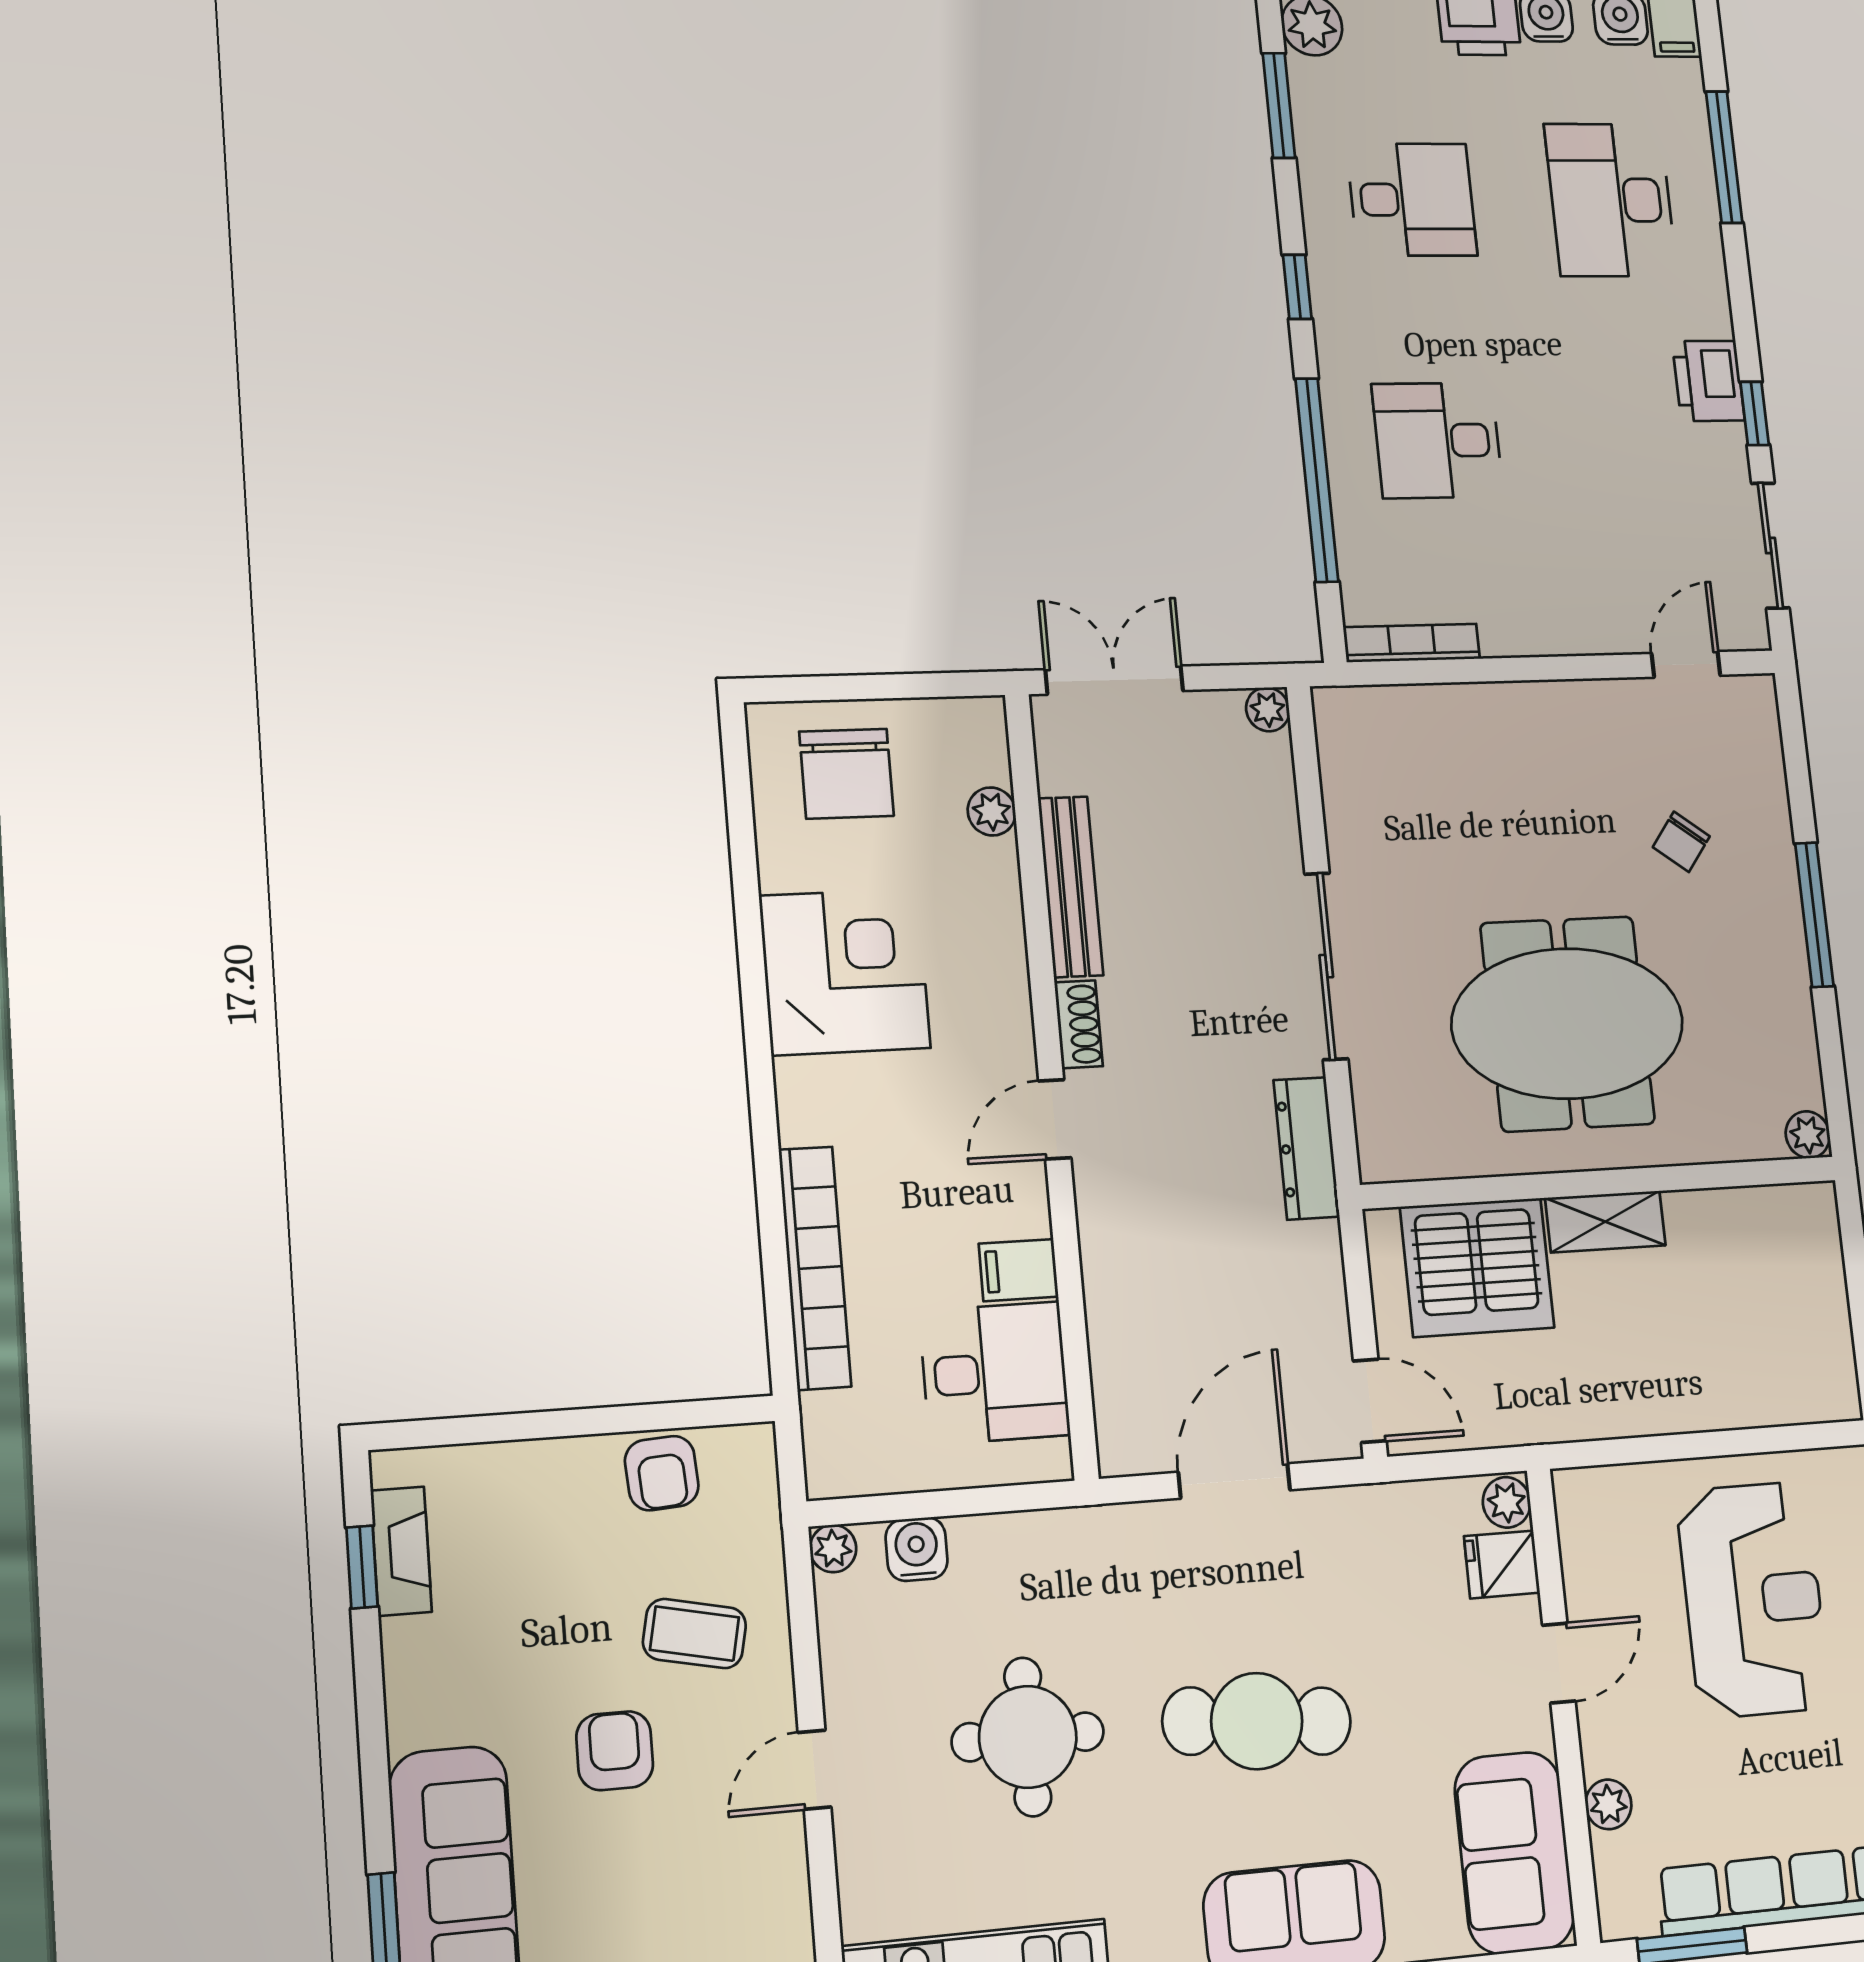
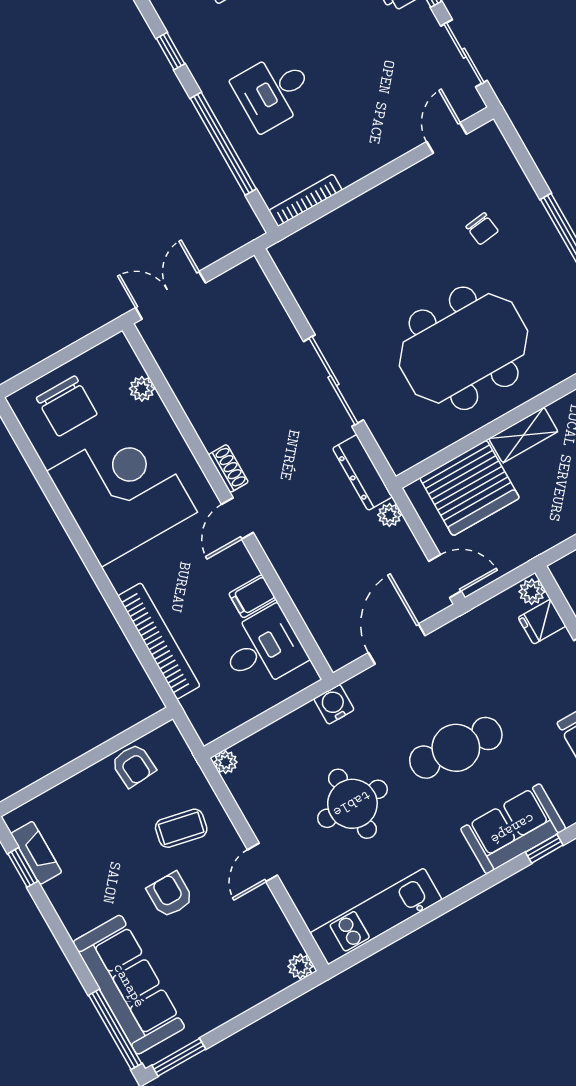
plant: (1268, 709) -> (389, 515), moved
chair: (1681, 842) -> (482, 229), turned -44
bench: (1071, 887) -> (195, 405), removed
corner desk: (845, 972) -> (122, 492), width x1.36, depth x1.36
water cooler: (917, 1549) -> (334, 704), moved

